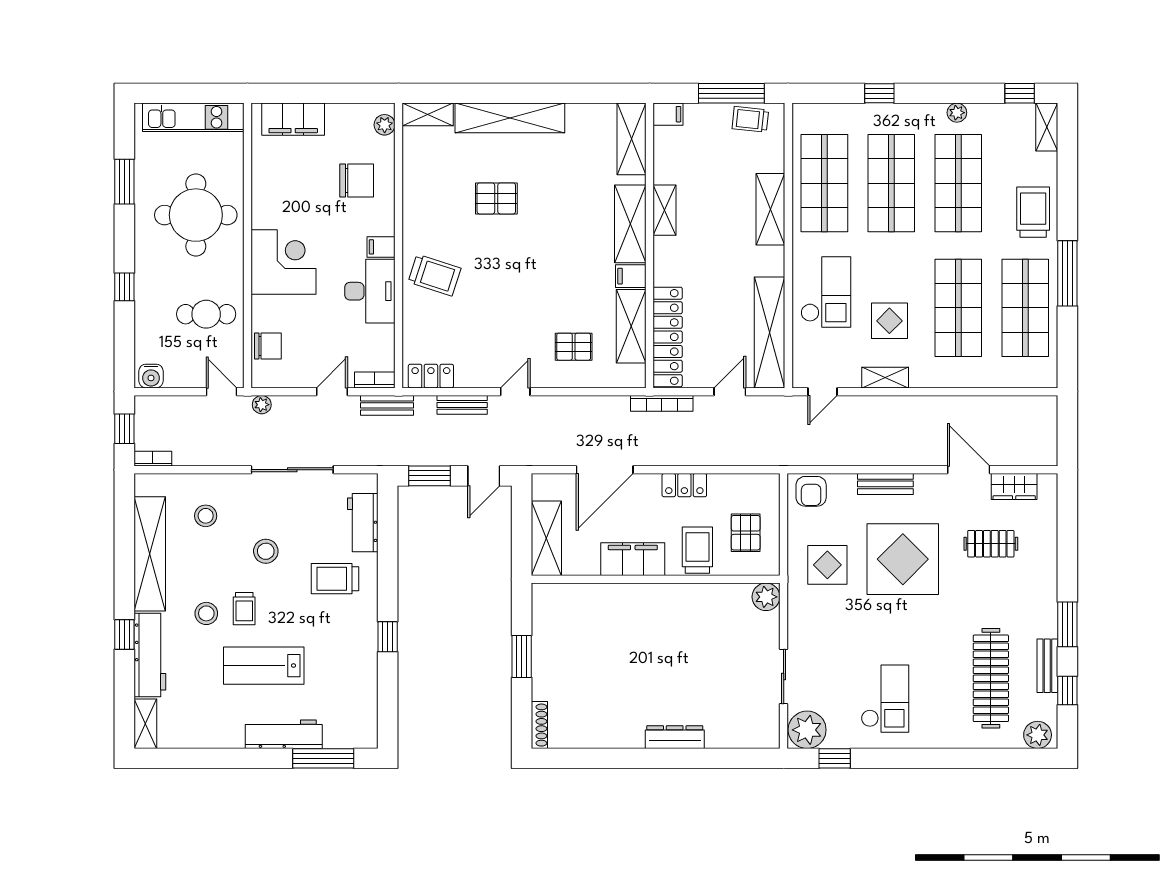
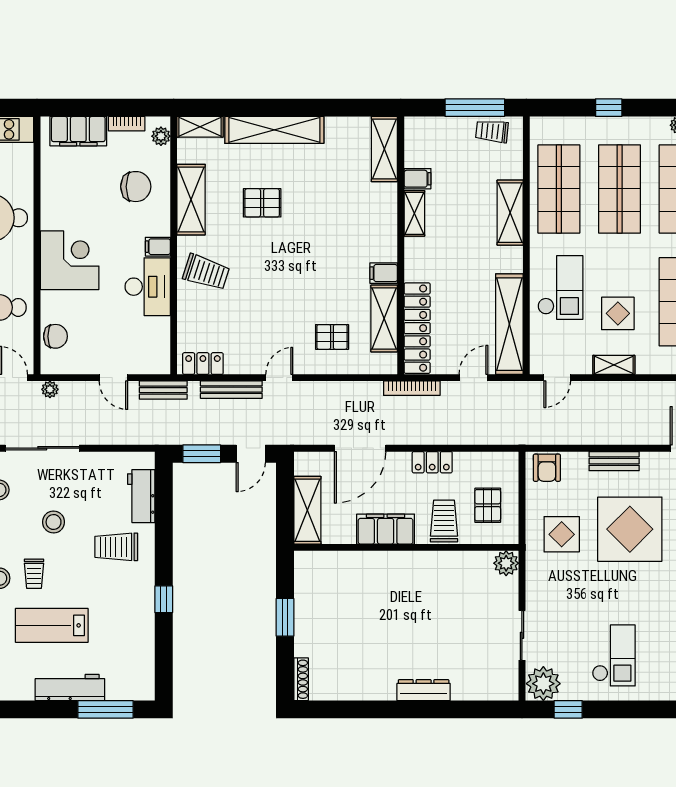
filing cabinet: (668, 114) -> (418, 179), moved
shelving: (630, 224) -> (191, 200), moved
bookcase: (375, 380) -> (127, 124), moved, turned 180
door: (332, 392) -> (113, 378), swing flipped
bench: (462, 405) -> (231, 390), width x1.36
sliding door: (292, 470) -> (42, 448), moved

